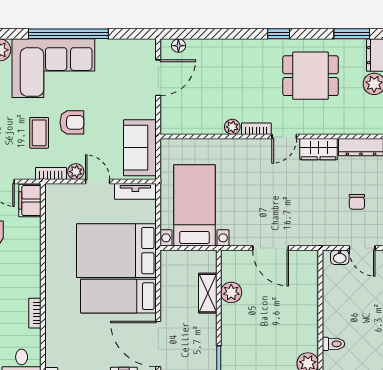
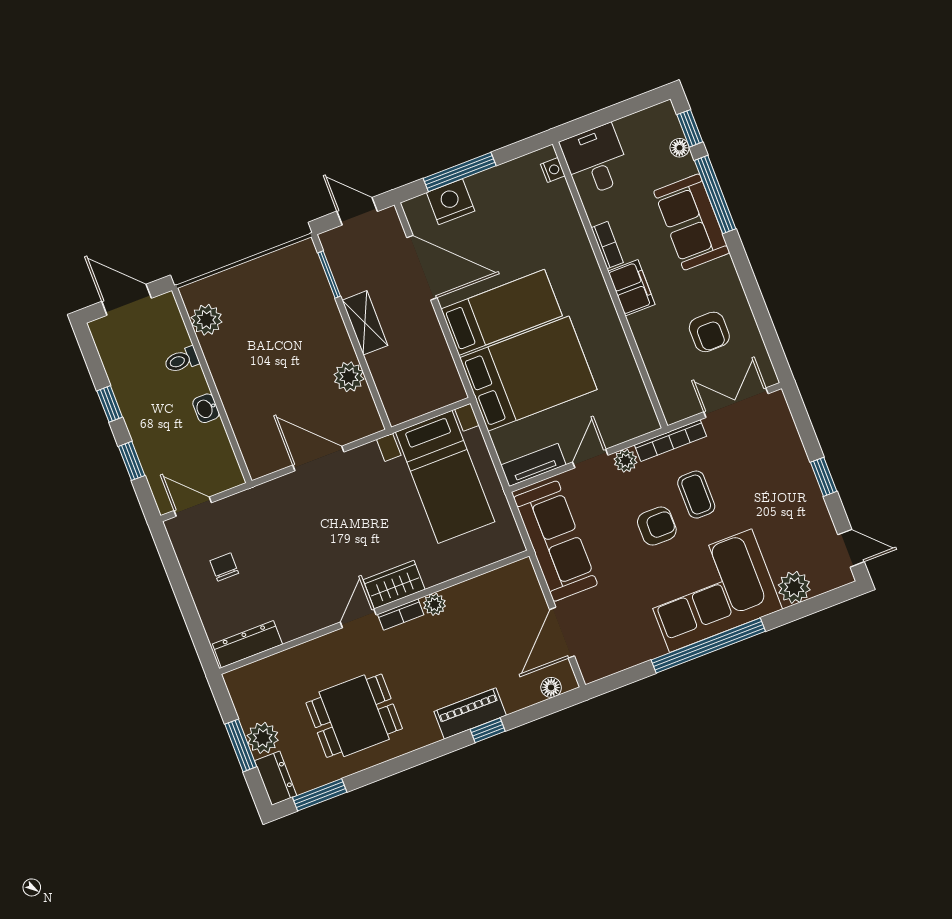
window: (279, 34) -> (488, 730), moved
piano: (236, 49) -> (470, 713), added
armchair: (72, 122) -> (657, 526), turned 180
sofa: (140, 148) -> (556, 541), width x1.36
wardrobe: (319, 149) -> (394, 585), moved
bookcase: (51, 173) -> (671, 441), width x1.56
door: (98, 181) -> (590, 459), swing flipped
filing cabinet: (30, 201) -> (631, 288), moved
washbasin: (340, 257) -> (206, 408), moved, turned -90
shelving: (208, 293) -> (365, 323), moved

